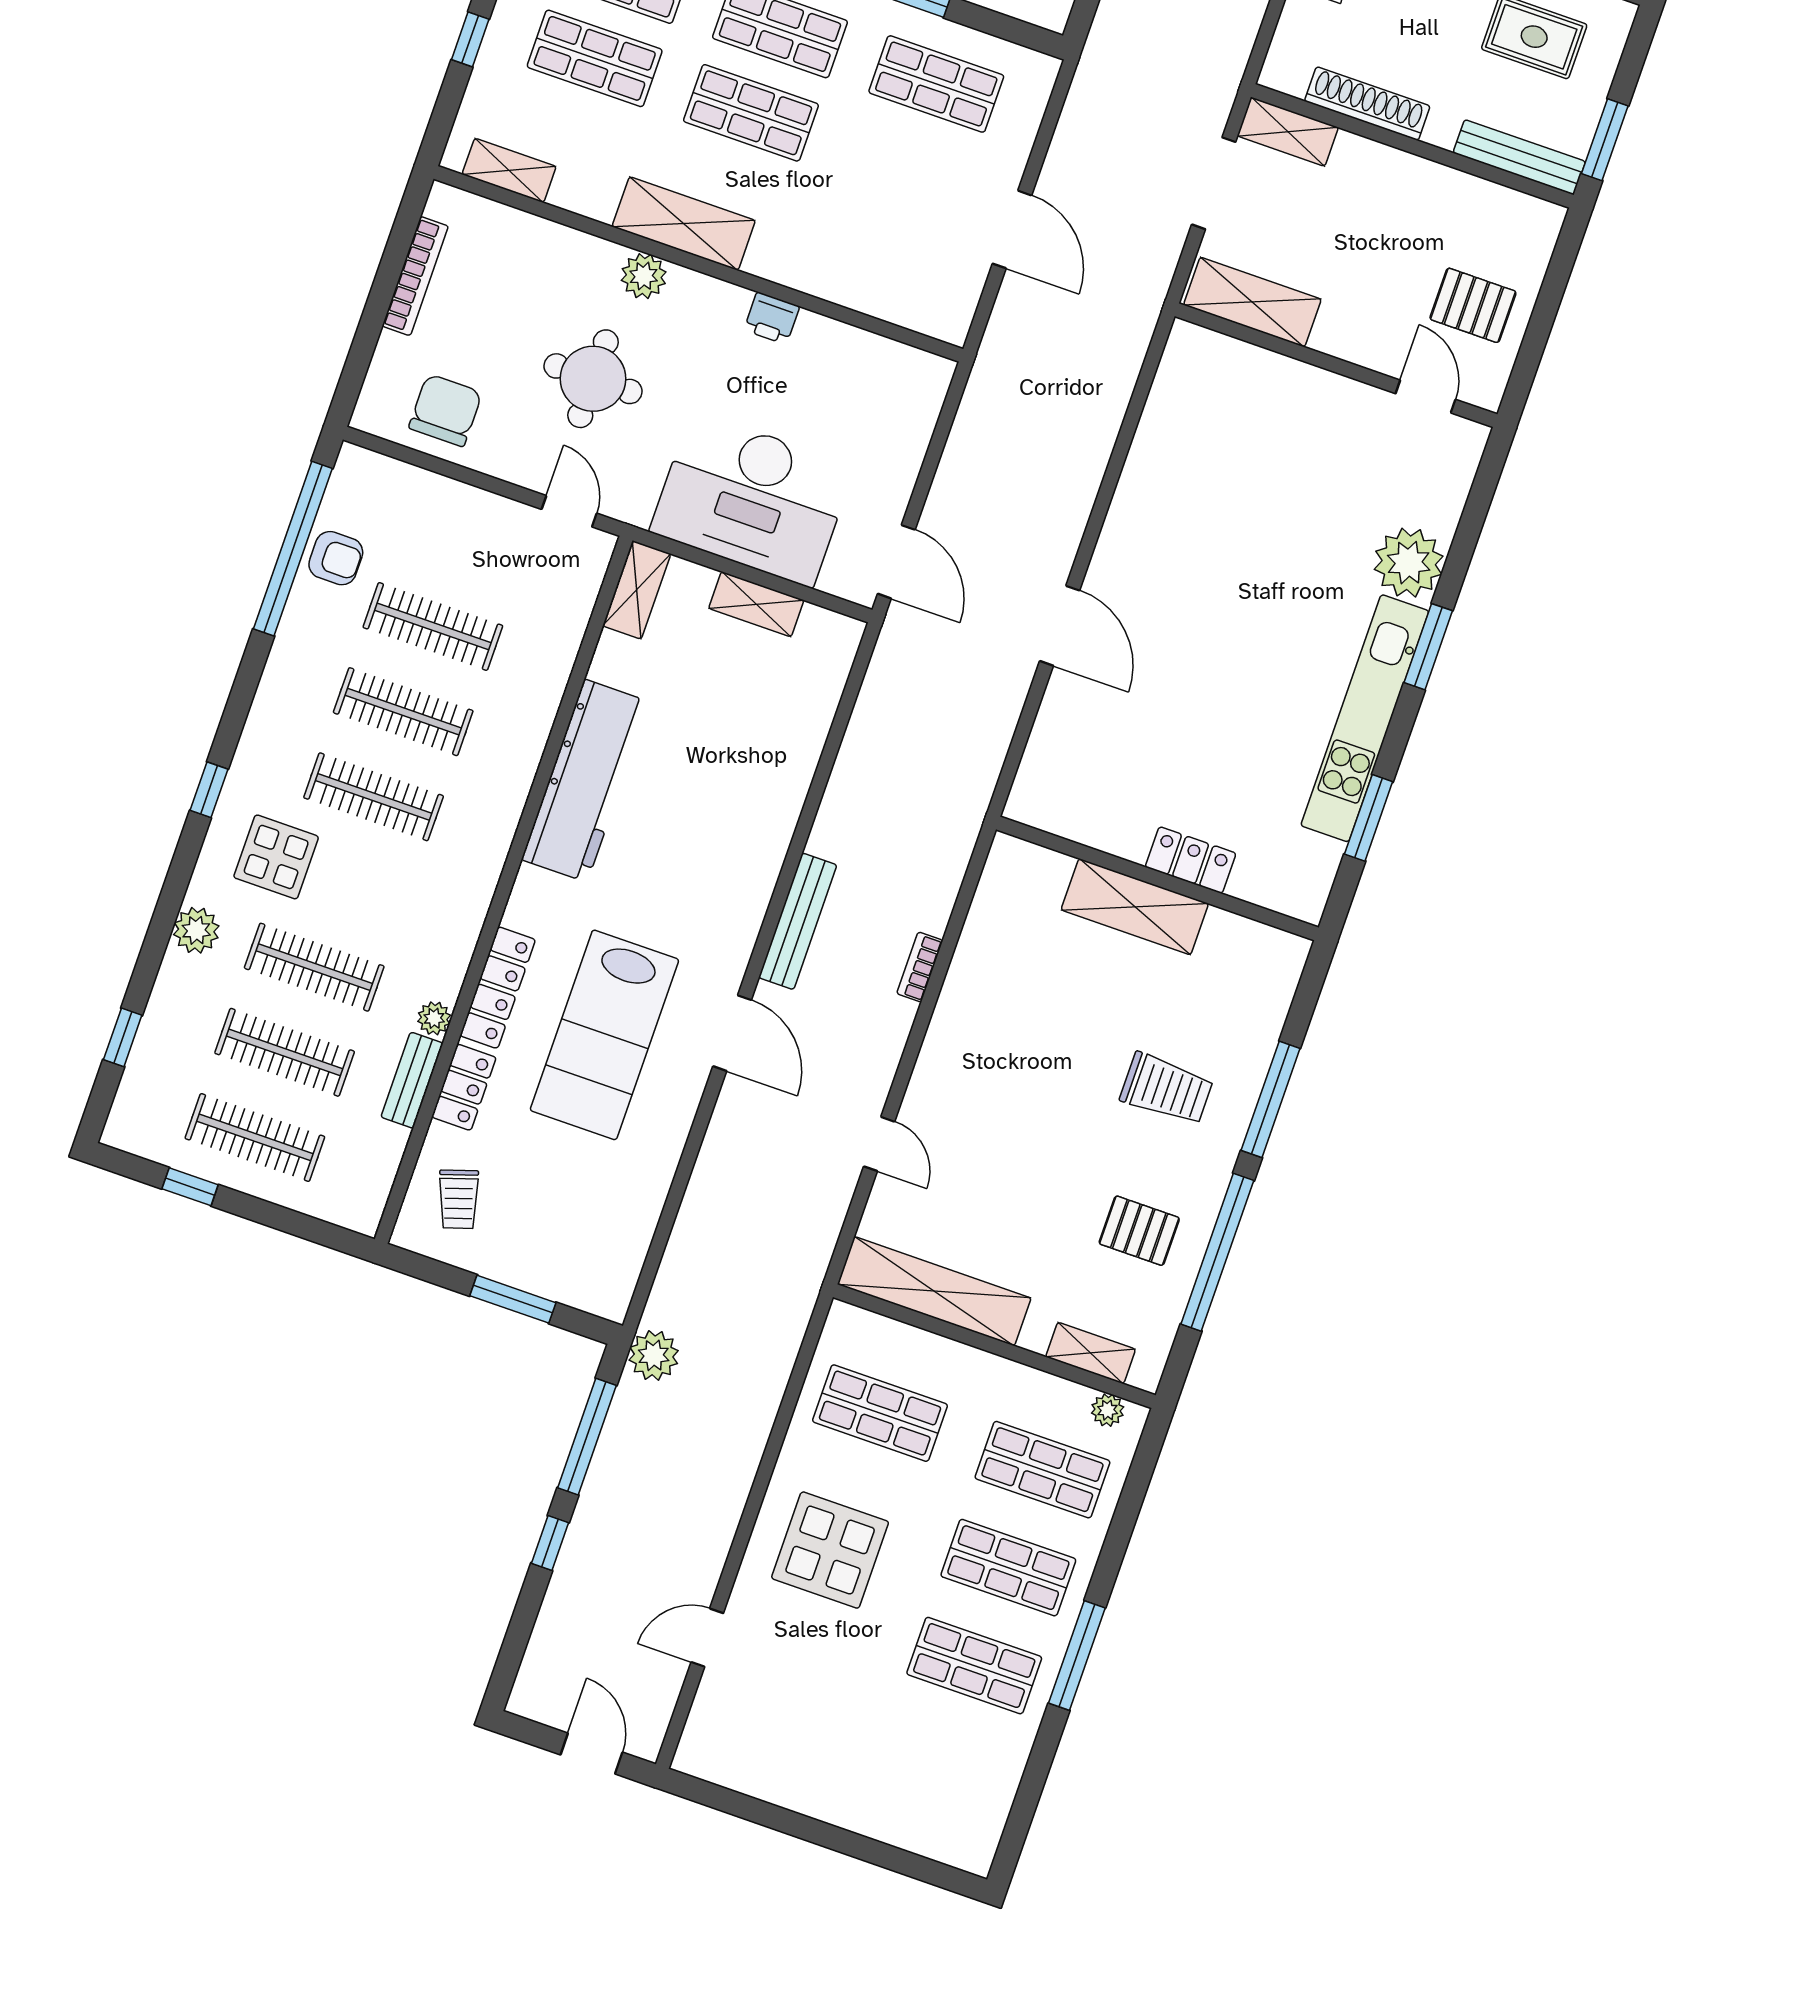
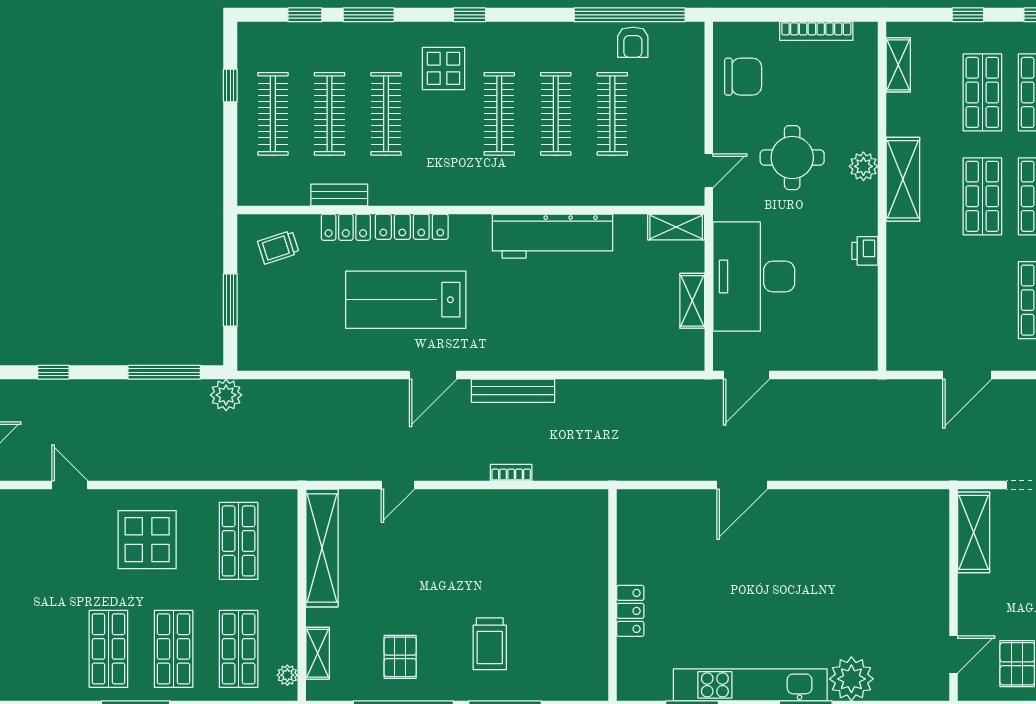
shelving: (1135, 907) -> (591, 587), removed
plant: (196, 930) -> (384, 36), removed
window: (156, 942) -> (369, 15), added
plant: (434, 1018) -> (380, 195), removed
window: (550, 1543) -> (53, 372), moved

